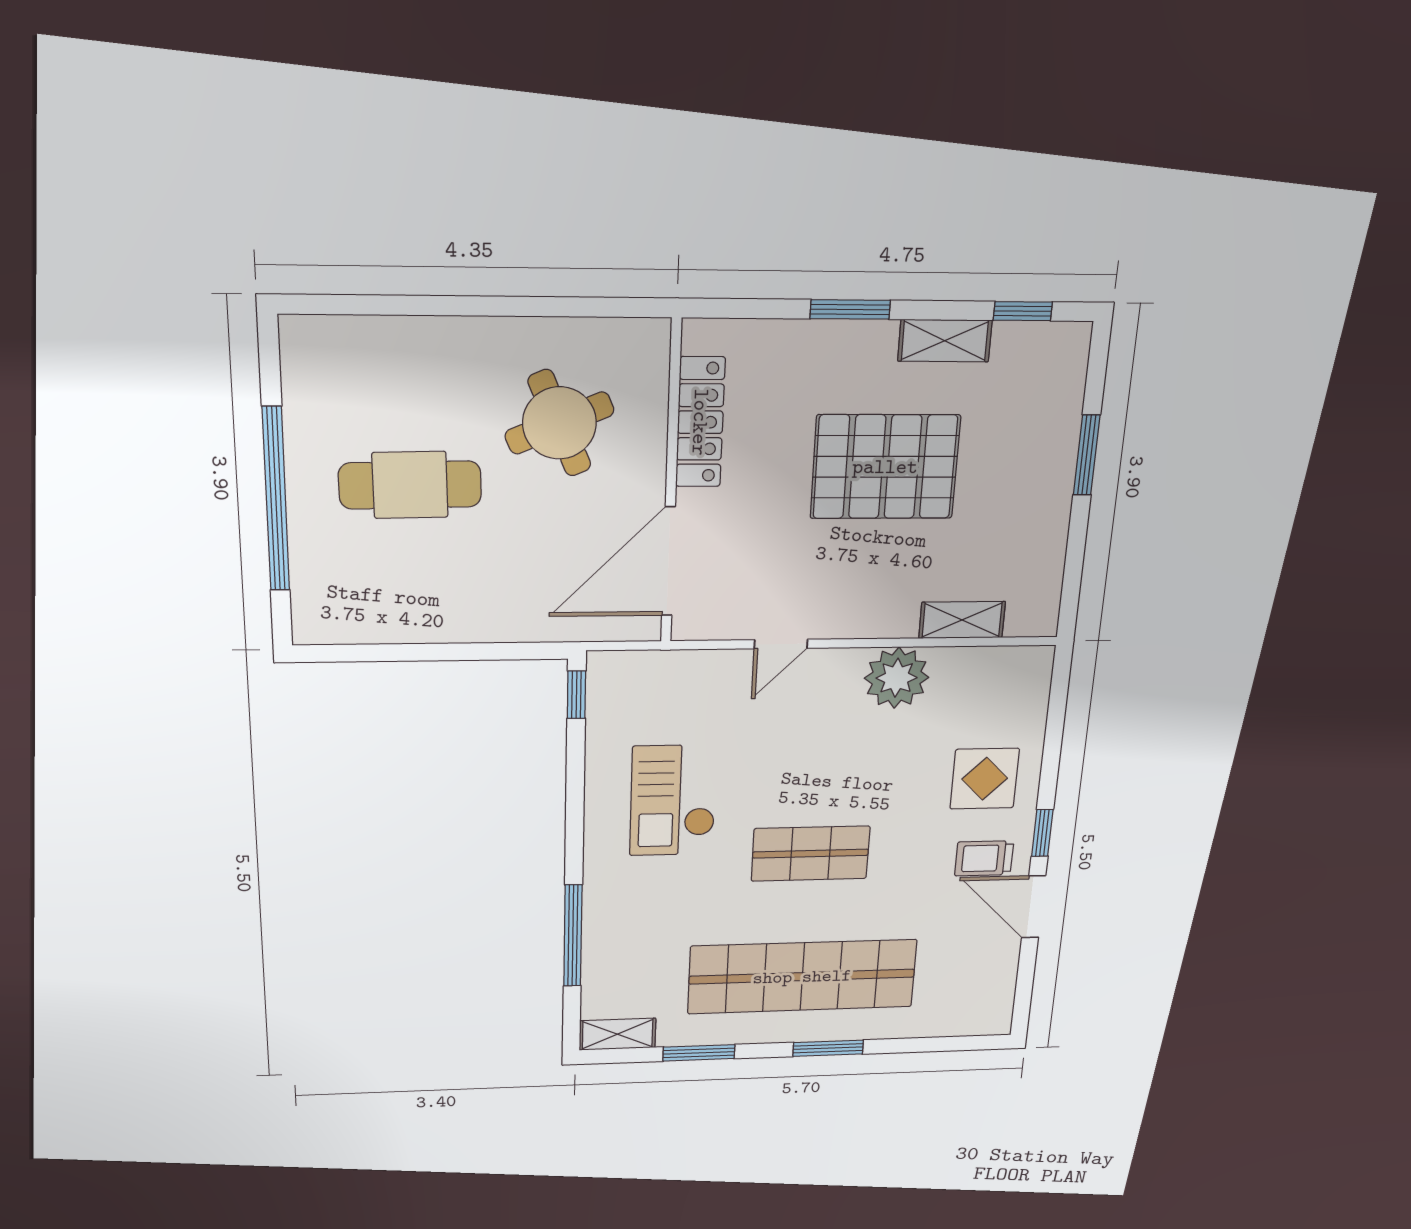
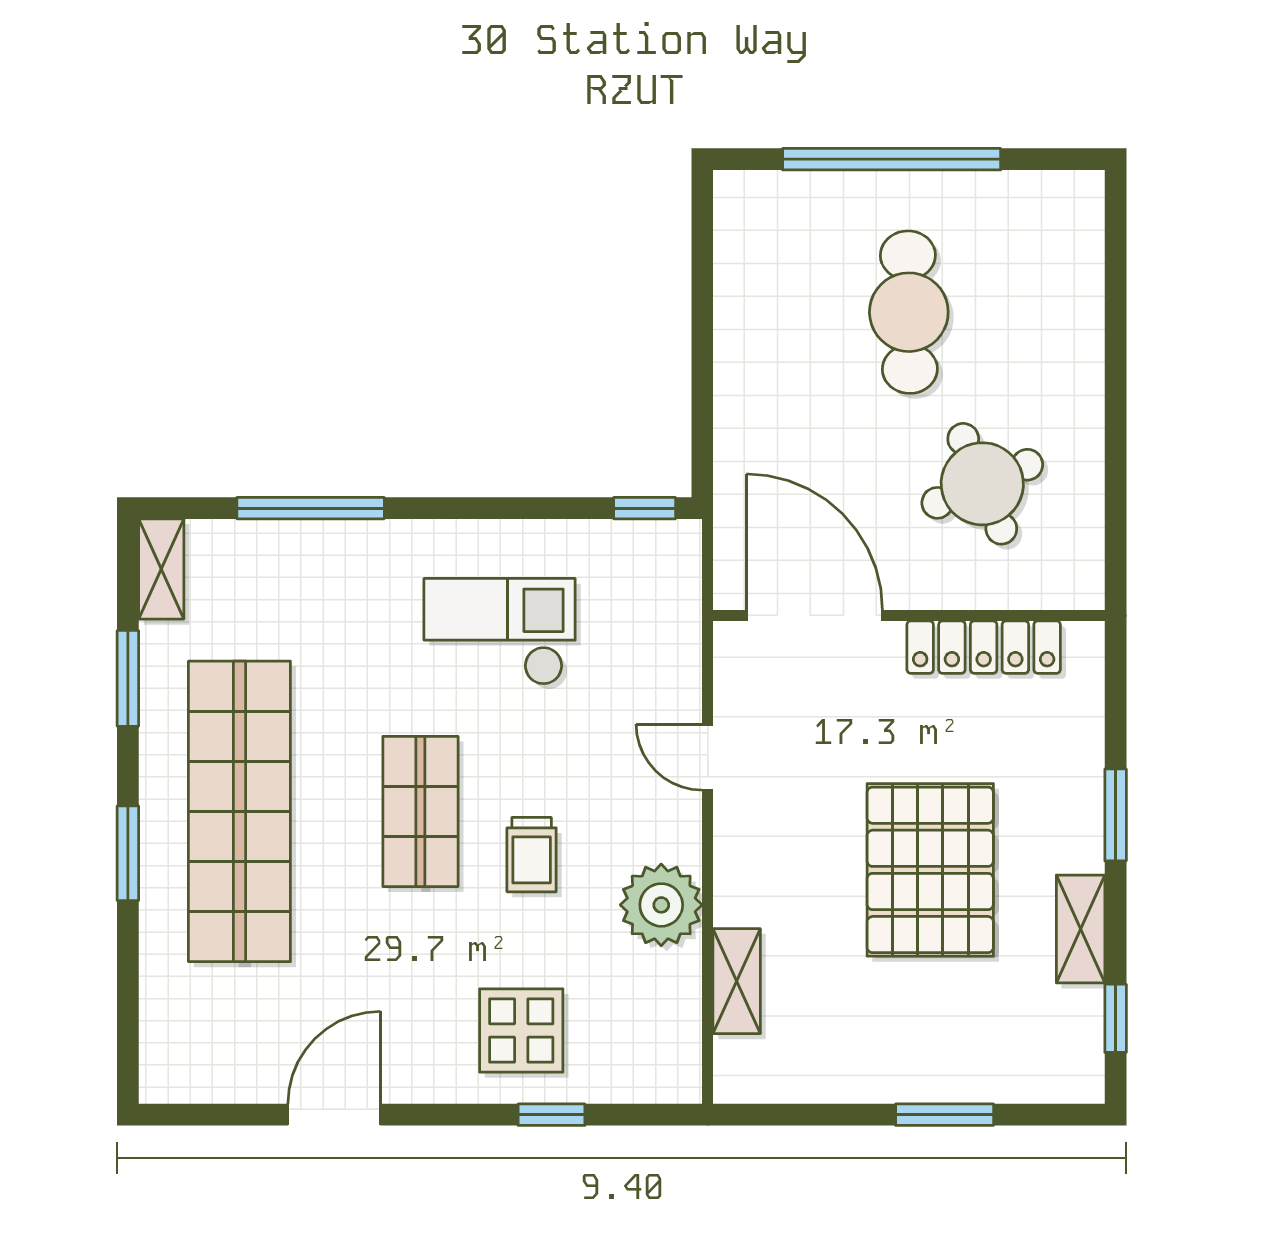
window: (1042, 833) -> (552, 1115), moved
trolley: (984, 858) -> (532, 855), moved, turned 180

